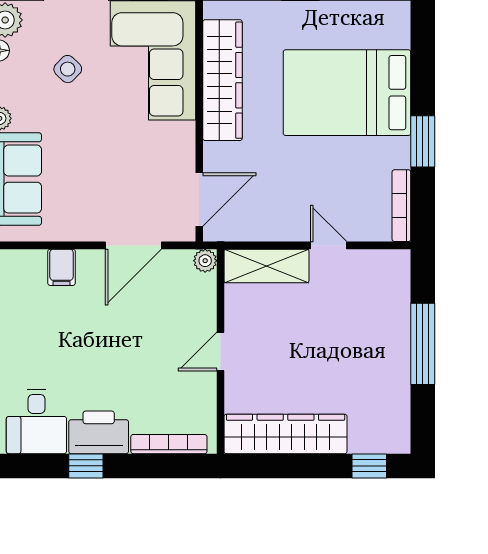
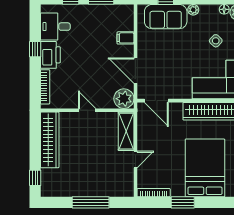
plant: (205, 261) -> (124, 99), width x1.88, depth x1.88

